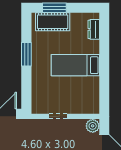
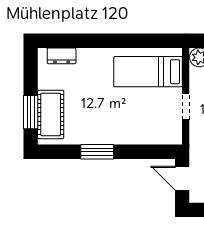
bed: (75, 65) -> (148, 72), moved, turned 90

